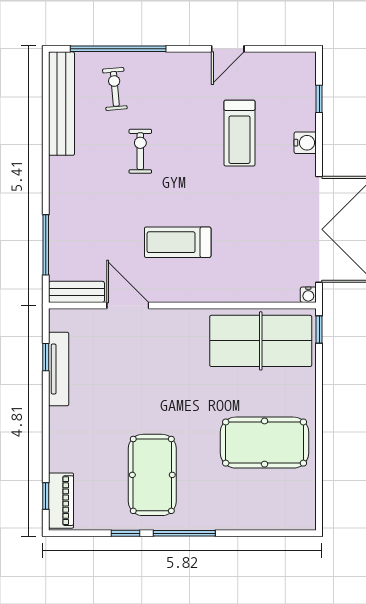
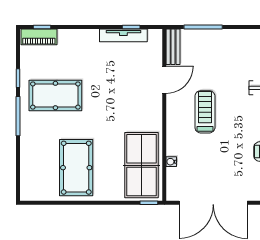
water cooler: (308, 295) -> (171, 162), moved

